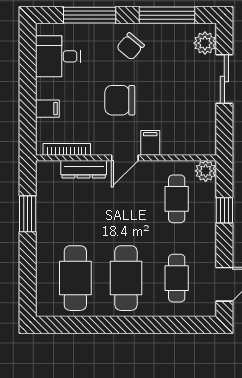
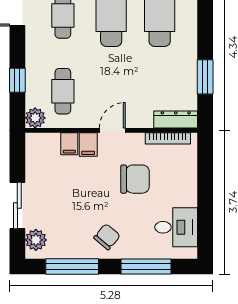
chair: (120, 100) -> (135, 179), moved
filing cabinet: (47, 109) -> (69, 144), moved, turned -90
dresser: (84, 169) -> (176, 119), moved

